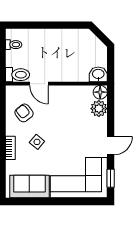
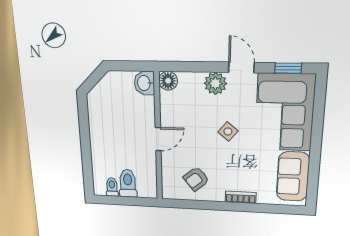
toilet: (18, 75) -> (128, 183), moved
door: (39, 84) -> (158, 139), moved
plant: (99, 109) -> (215, 83), moved
side table: (37, 142) -> (228, 131), moved

